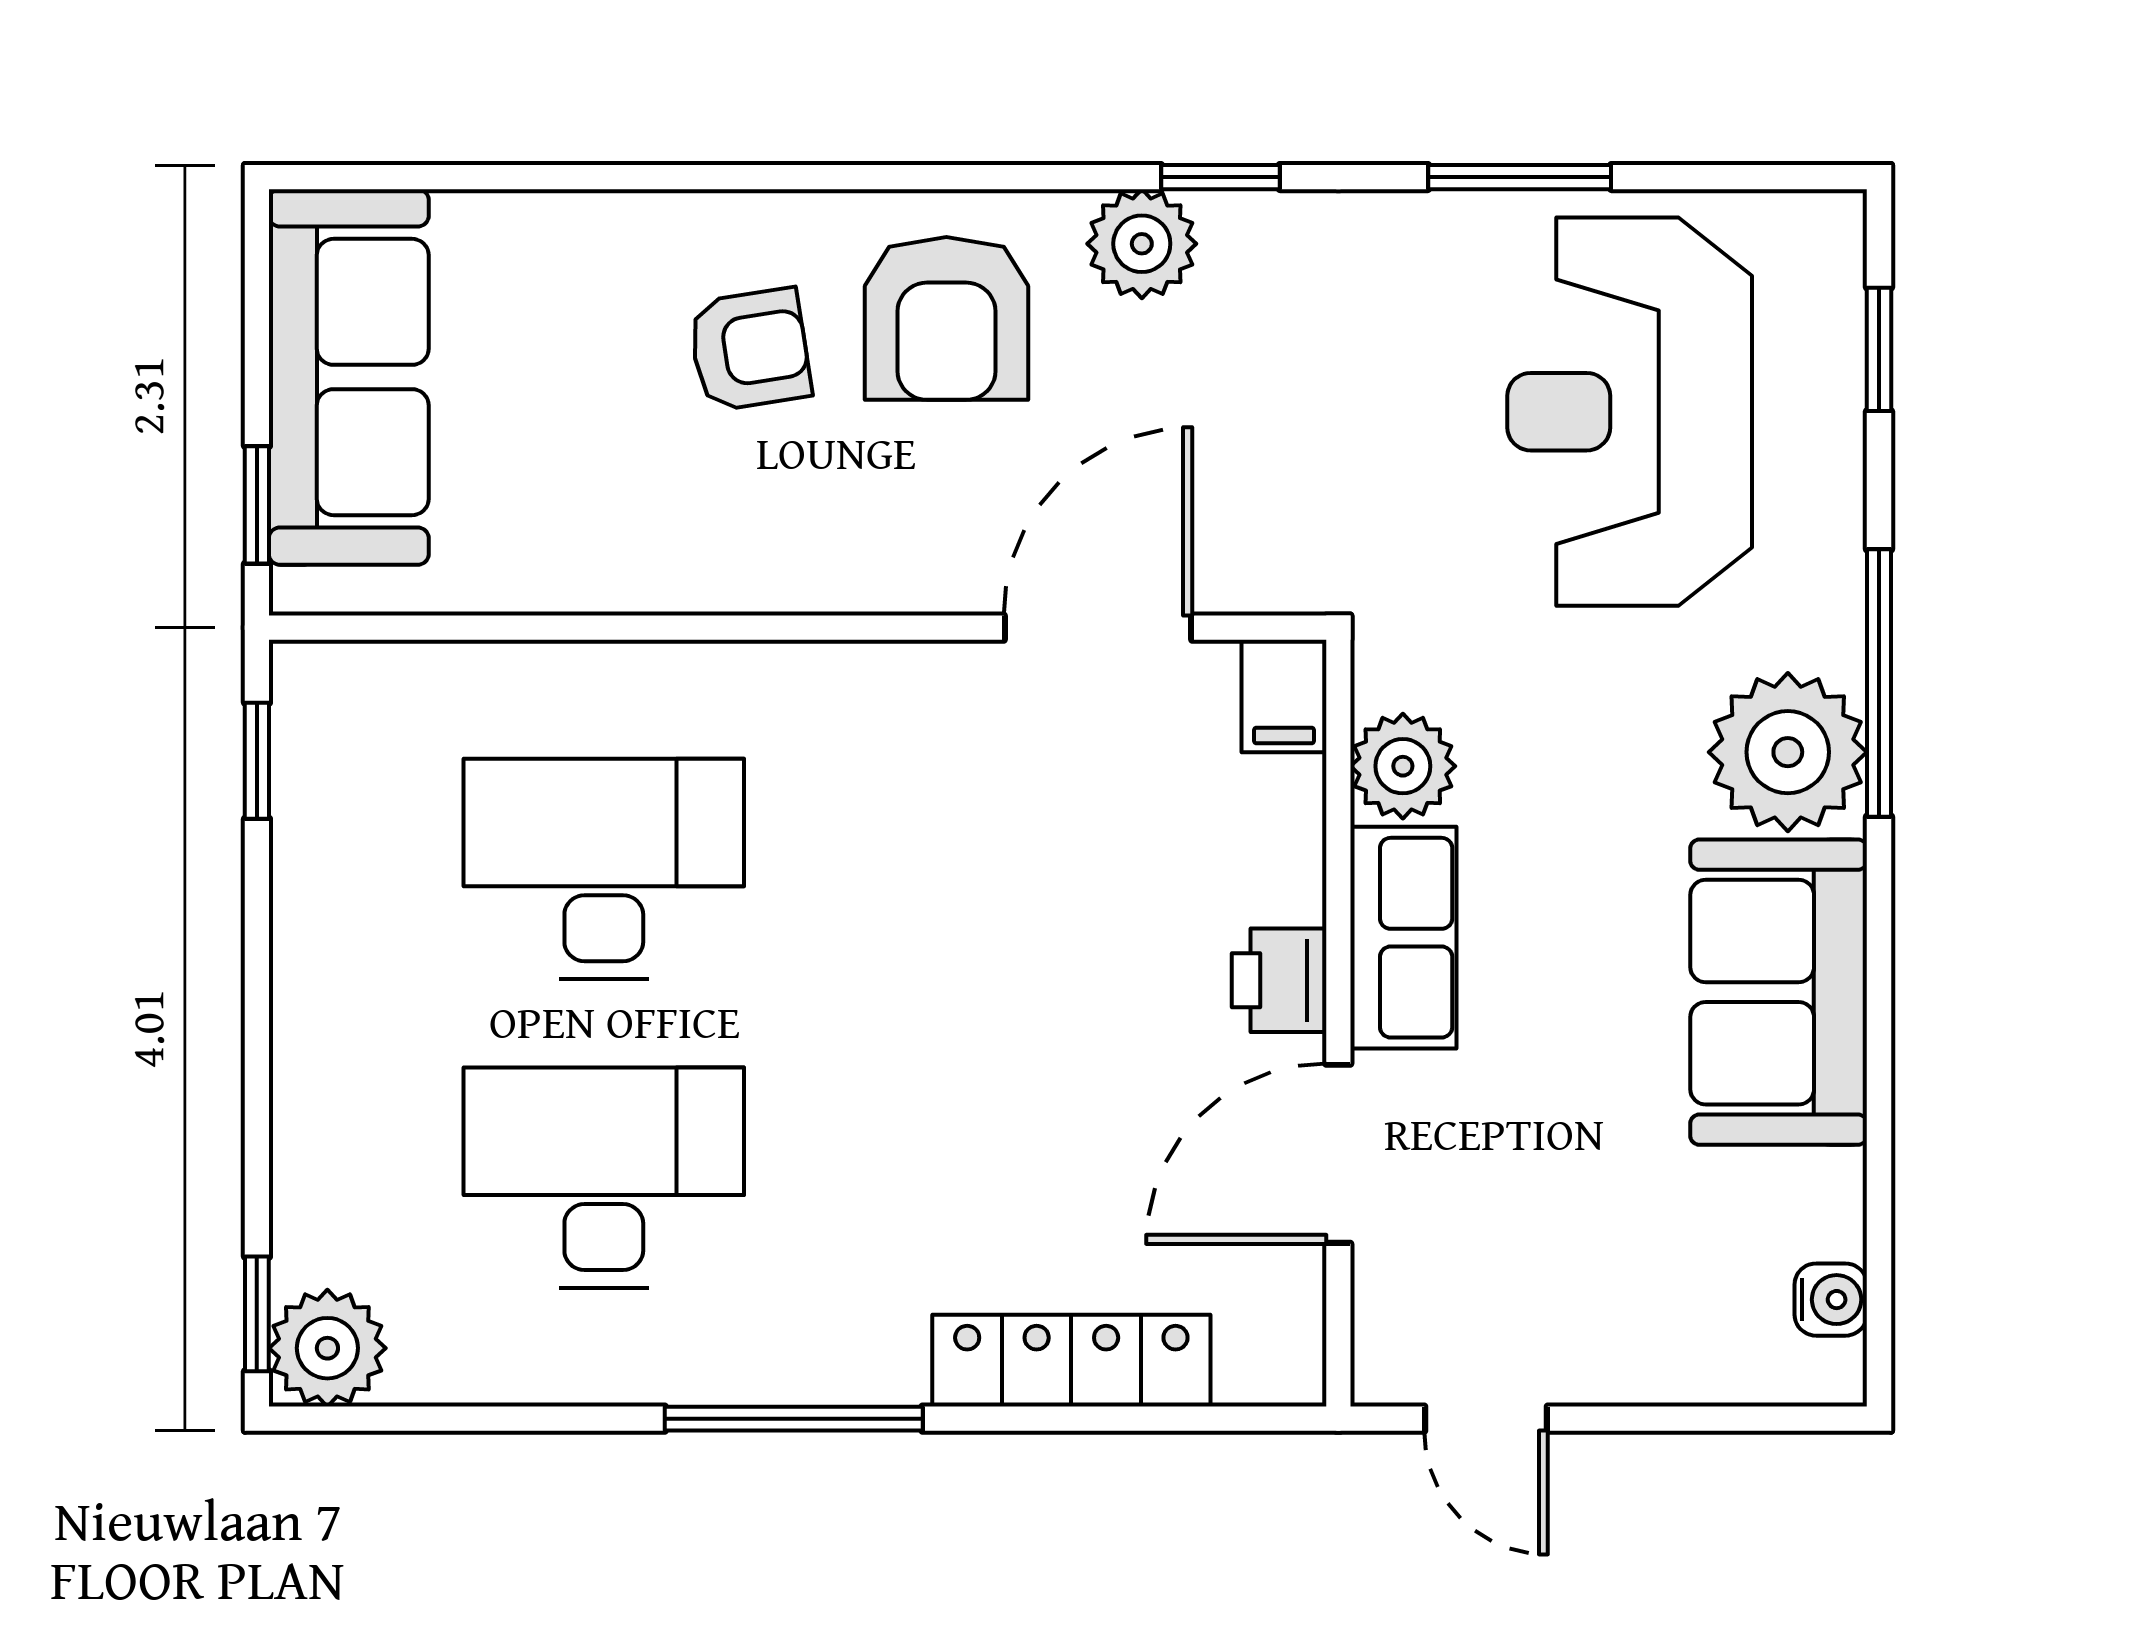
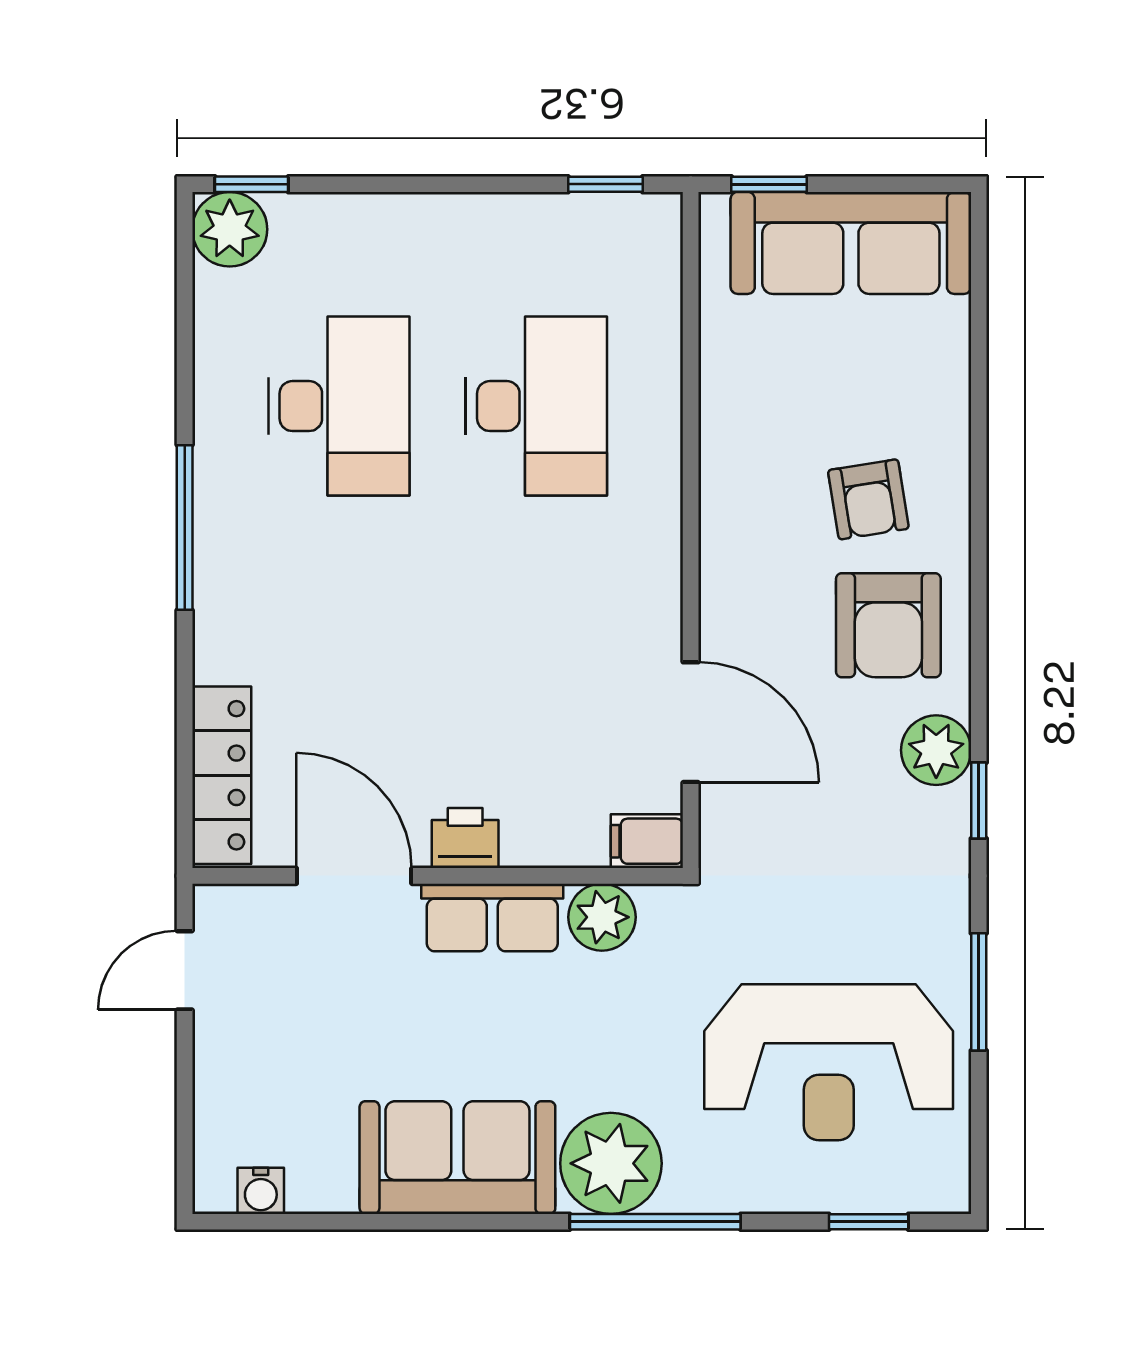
armchair: (946, 318) -> (888, 625), turned -90
reception desk: (1630, 412) -> (829, 1062), turned 180
locker: (1071, 1361) -> (222, 775), moved

